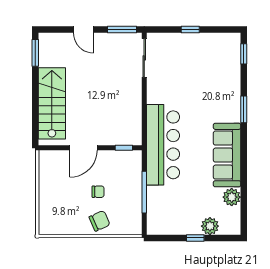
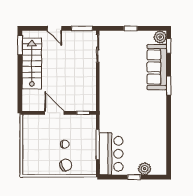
stairs: (52, 103) -> (32, 64), moved
bar counter: (163, 145) -> (111, 154), moved, width x0.73
door: (83, 148) -> (54, 113), swing flipped
sofa: (227, 155) -> (157, 67), moved
plant: (232, 197) -> (160, 37), moved

